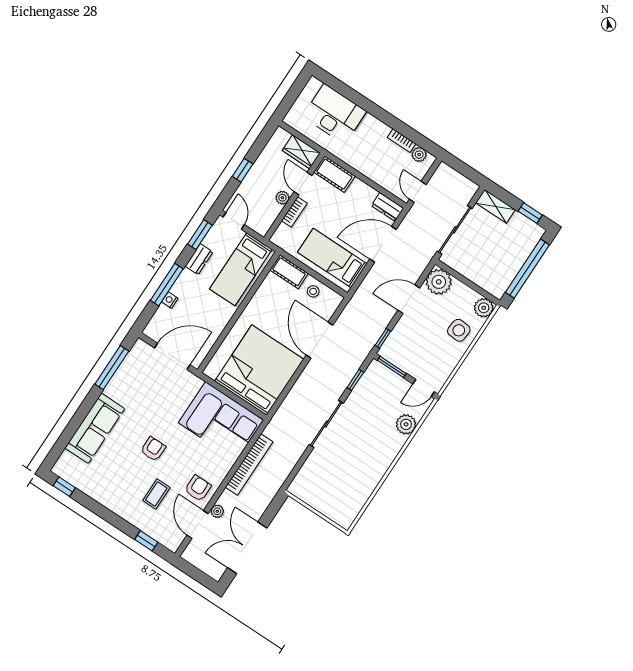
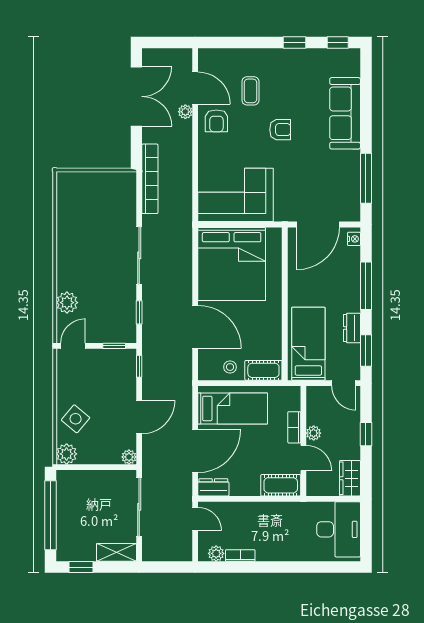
desk: (334, 114) -> (339, 529), moved, turned -90
wardrobe: (301, 152) -> (350, 478), moved, turned -90
plant: (439, 282) -> (129, 457), width x0.53, depth x0.53
nightstand: (170, 300) -> (354, 239), moved
side table: (459, 330) -> (76, 419), turned 35
window: (392, 367) -> (114, 346), width x0.67
armchair: (153, 449) -> (280, 130), turned -90
bookcase: (249, 465) -> (150, 179), moved, turned 180
window: (146, 541) -> (294, 43), moved

